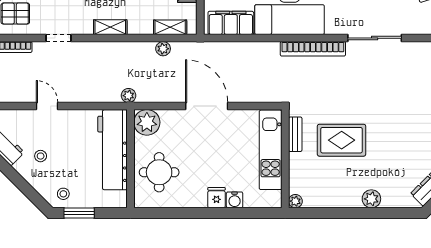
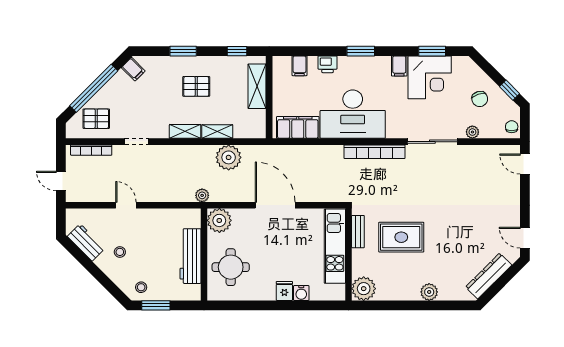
shelving: (170, 27) -> (217, 132), moved
plant: (418, 28) -> (472, 132), added
plant: (163, 49) -> (229, 157), width x1.88, depth x1.88
workbench: (113, 150) -> (190, 256), width x0.73, depth x0.76
plant: (295, 201) -> (364, 289), width x1.88, depth x1.88

